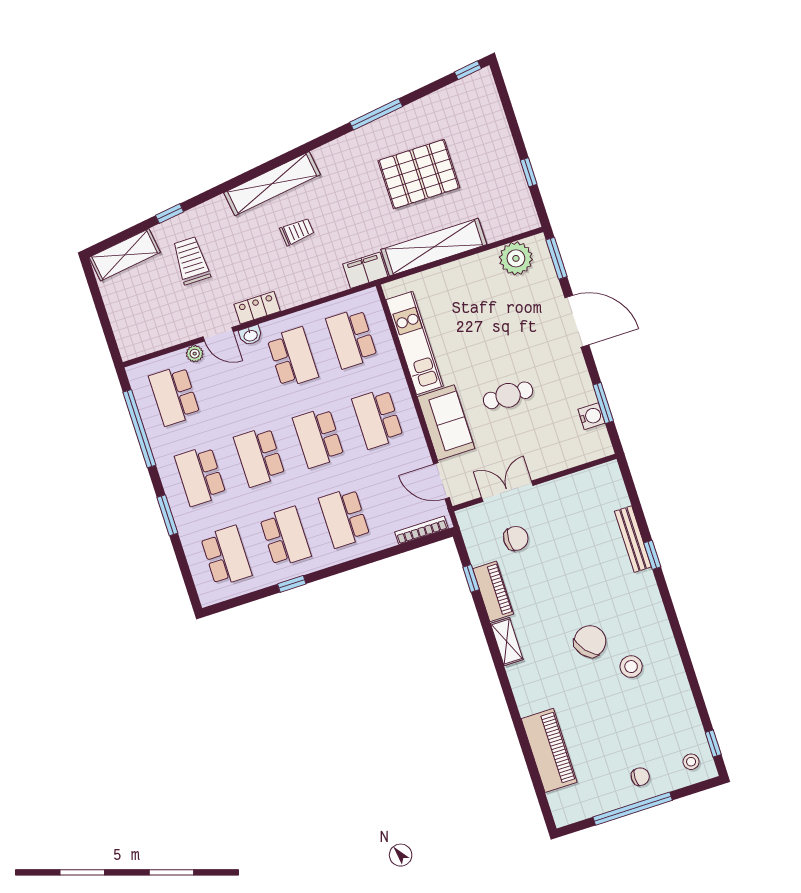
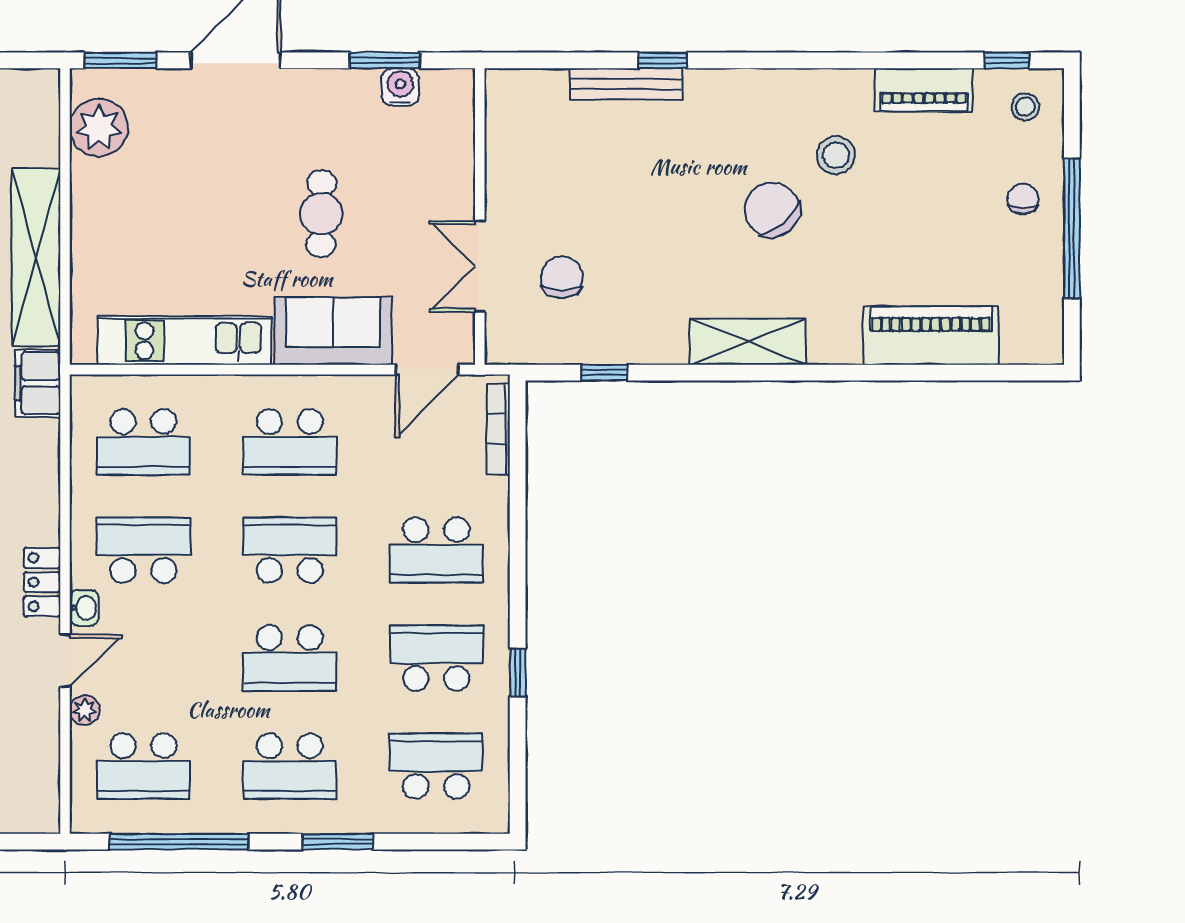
school desk: (318, 438) -> (290, 550), turned 180
piano: (493, 591) -> (924, 90), moved, turned 180
shelving: (507, 642) -> (747, 342), width x1.50, depth x1.33

